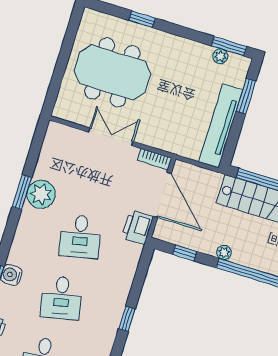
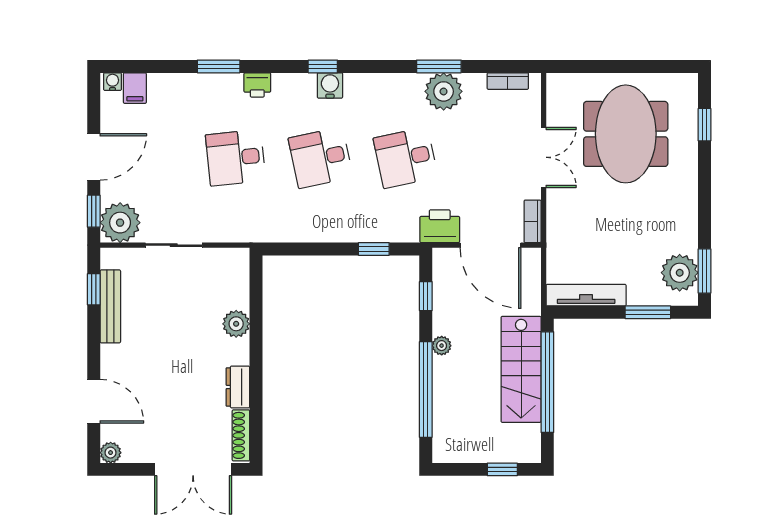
window: (142, 19) -> (704, 125), moved
plant: (220, 56) -> (680, 273), width x1.88, depth x1.88
tv unit: (221, 126) -> (586, 295), width x0.73, depth x0.78
bookcase: (48, 146) -> (508, 81), added
door: (162, 195) -> (490, 245), hinge flipped
window: (127, 319) -> (374, 249), moved

